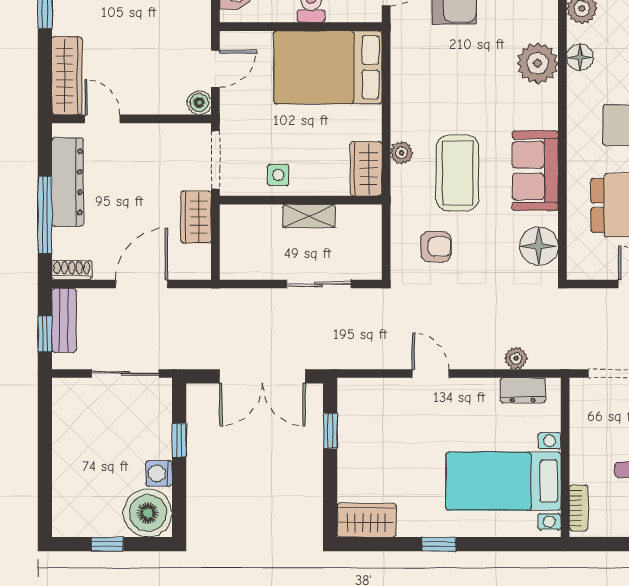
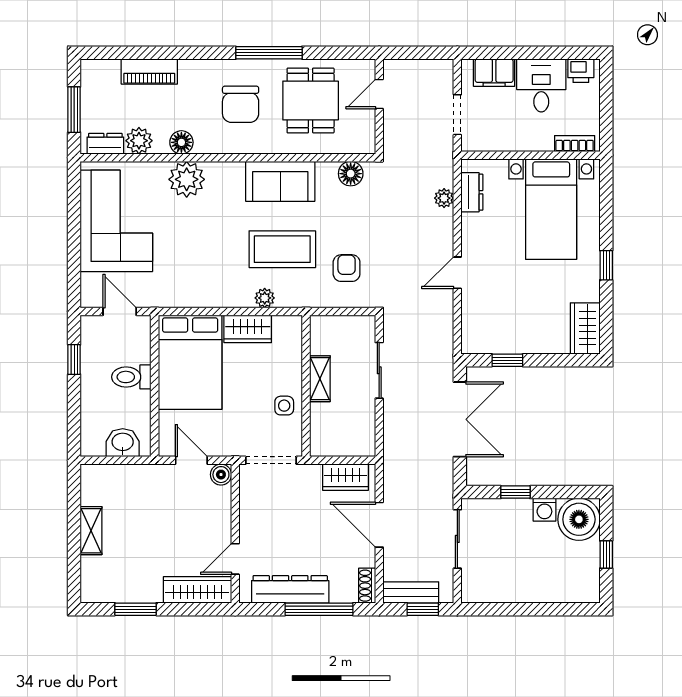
wardrobe: (366, 169) -> (248, 329), moved
wardrobe: (196, 217) -> (346, 477), moved
floor lamp: (539, 246) -> (351, 174), width x0.73, depth x0.73

